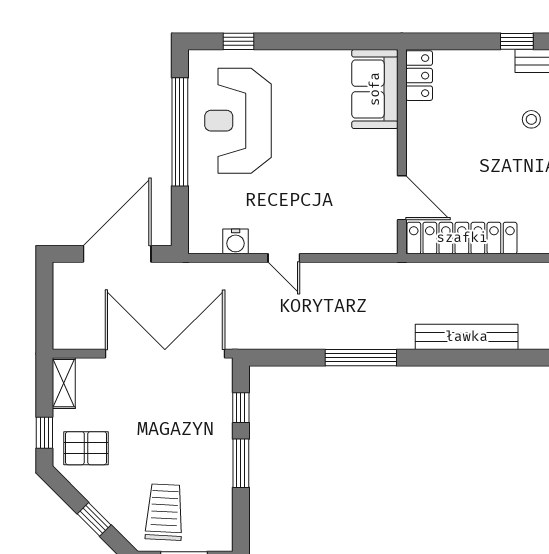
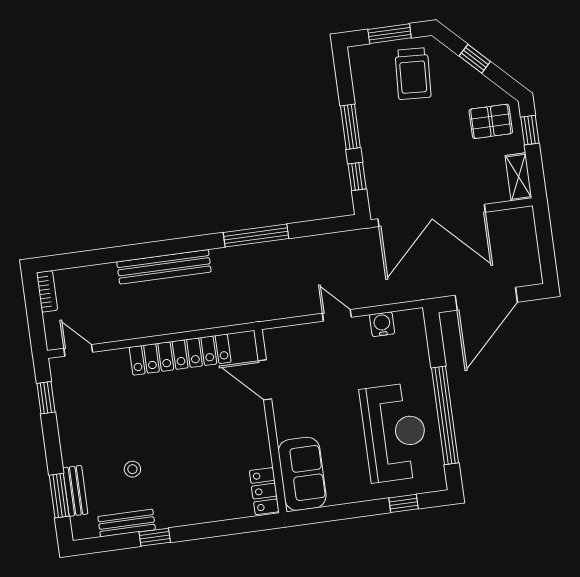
locker: (419, 76) -> (264, 491), moved
sofa: (375, 89) -> (302, 474), moved
wall: (402, 152) -> (270, 421), moved
door: (402, 198) -> (265, 380), moved

